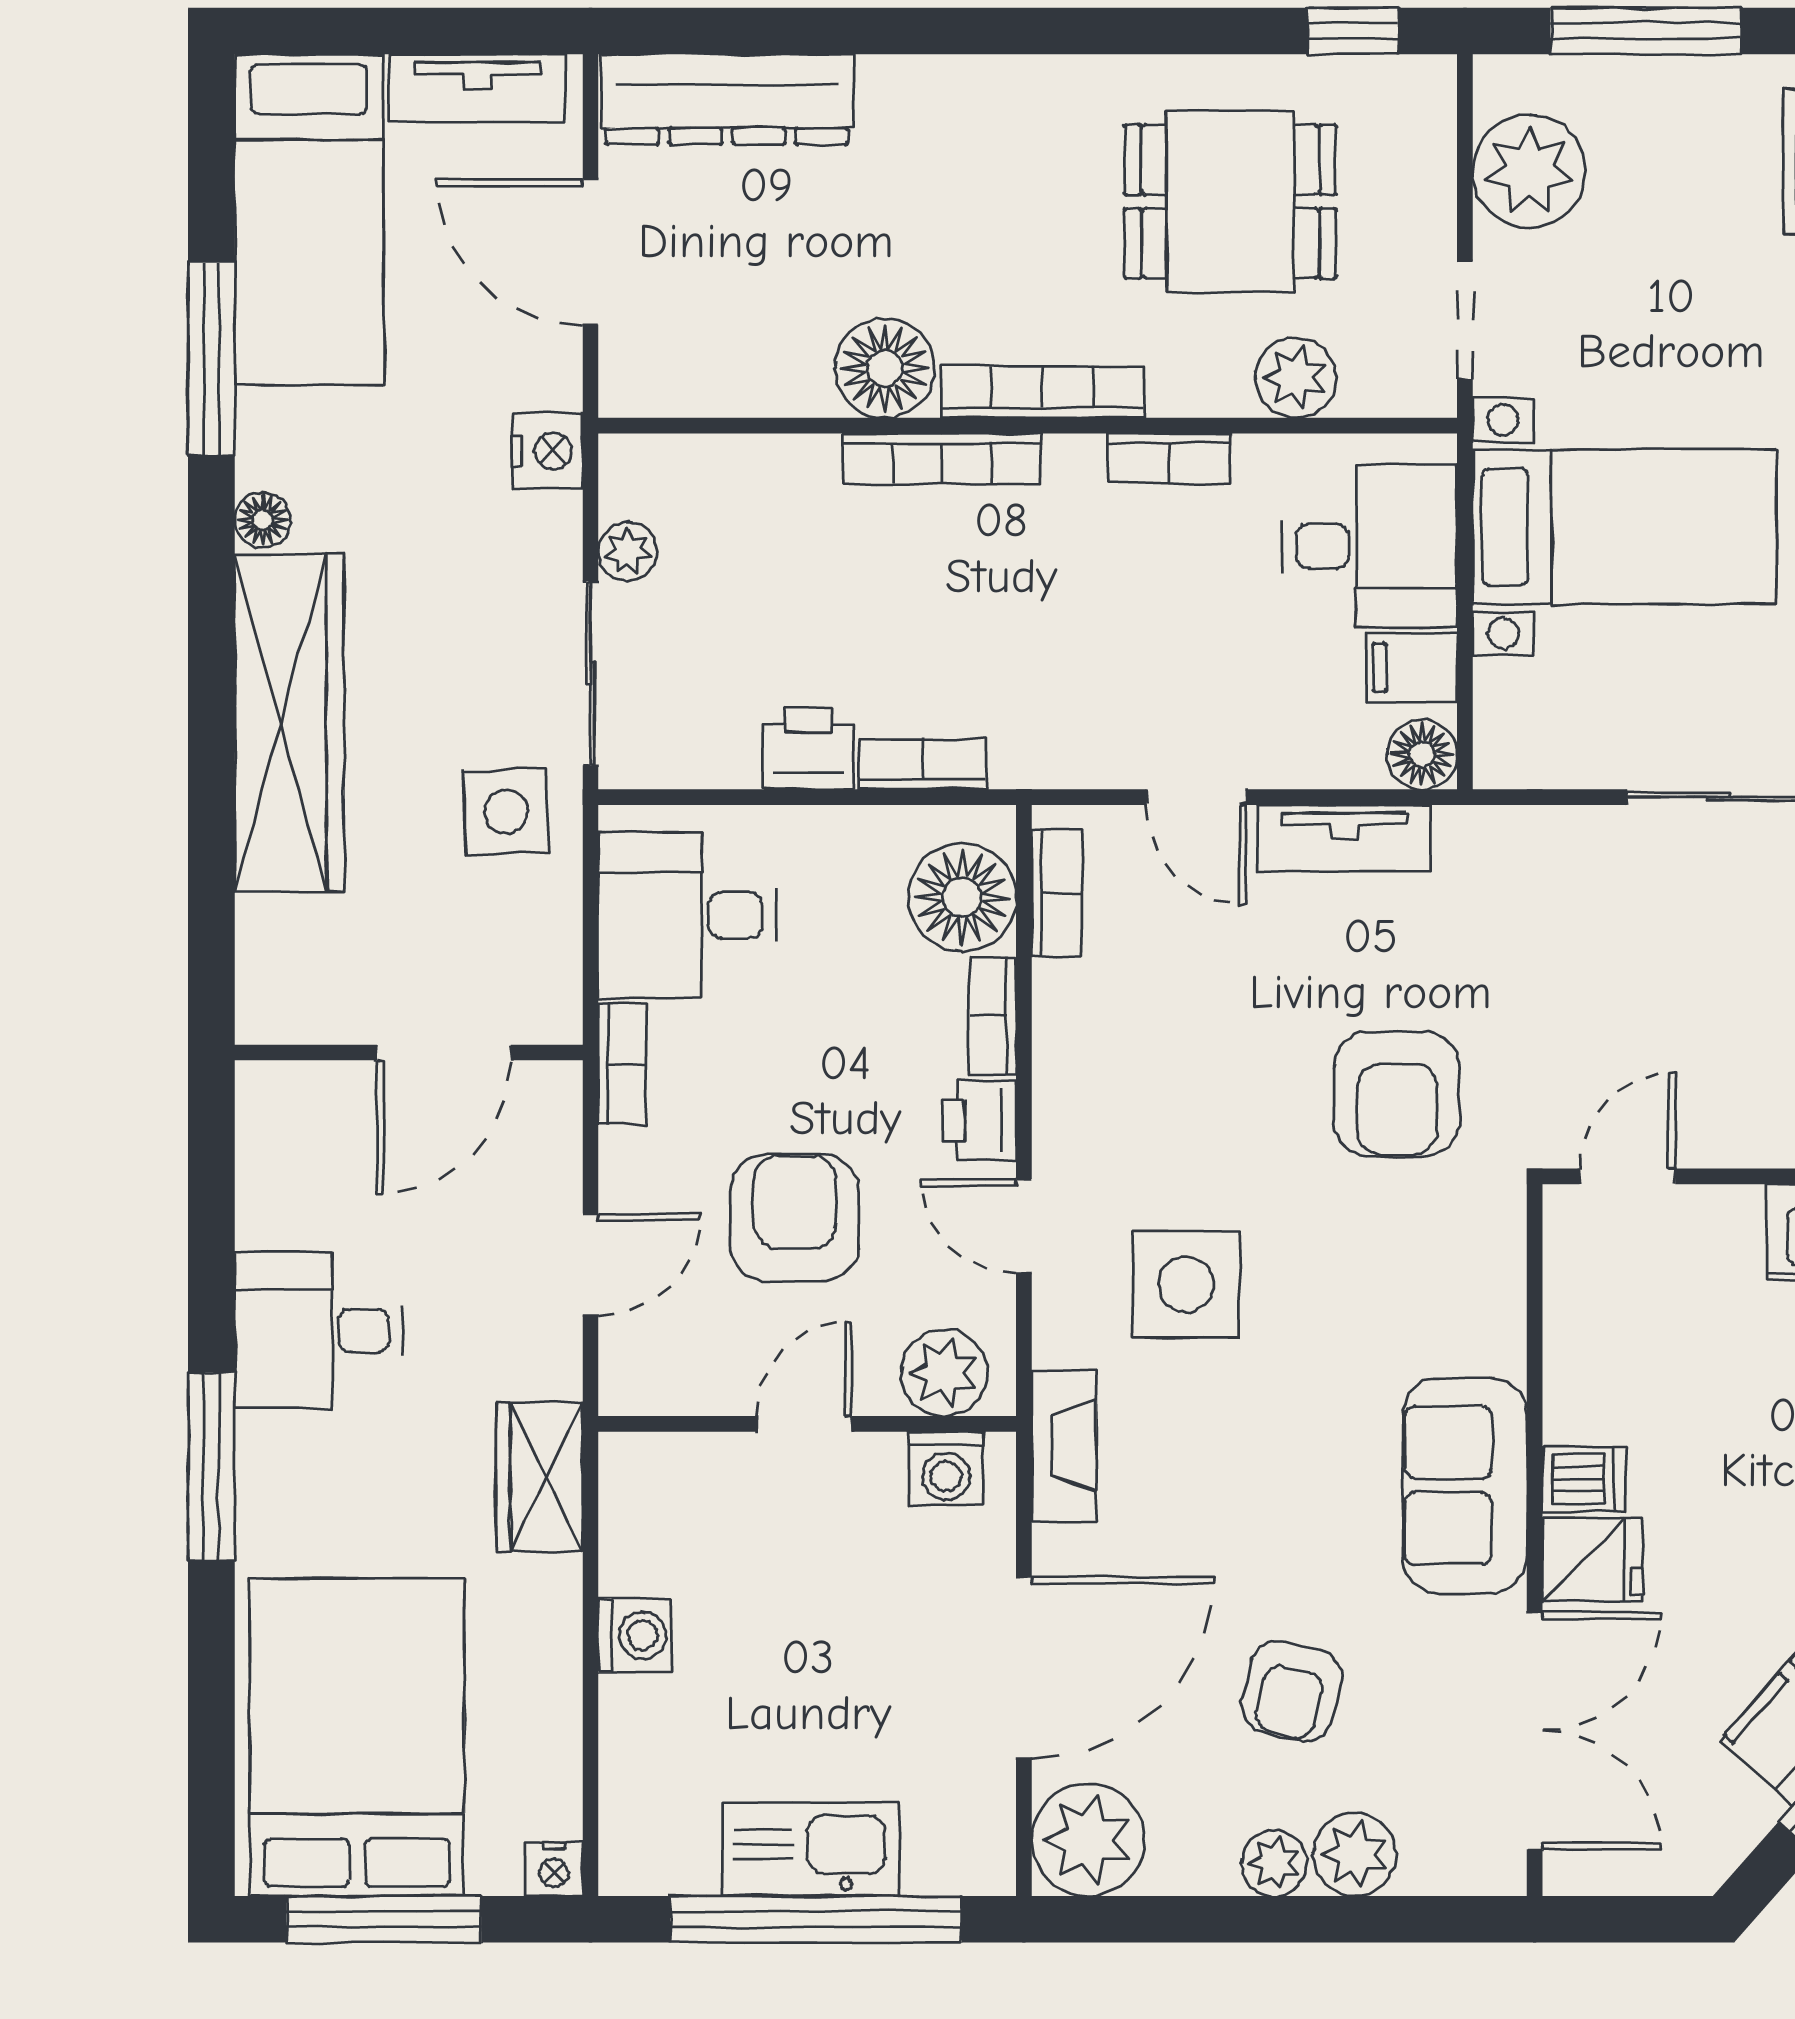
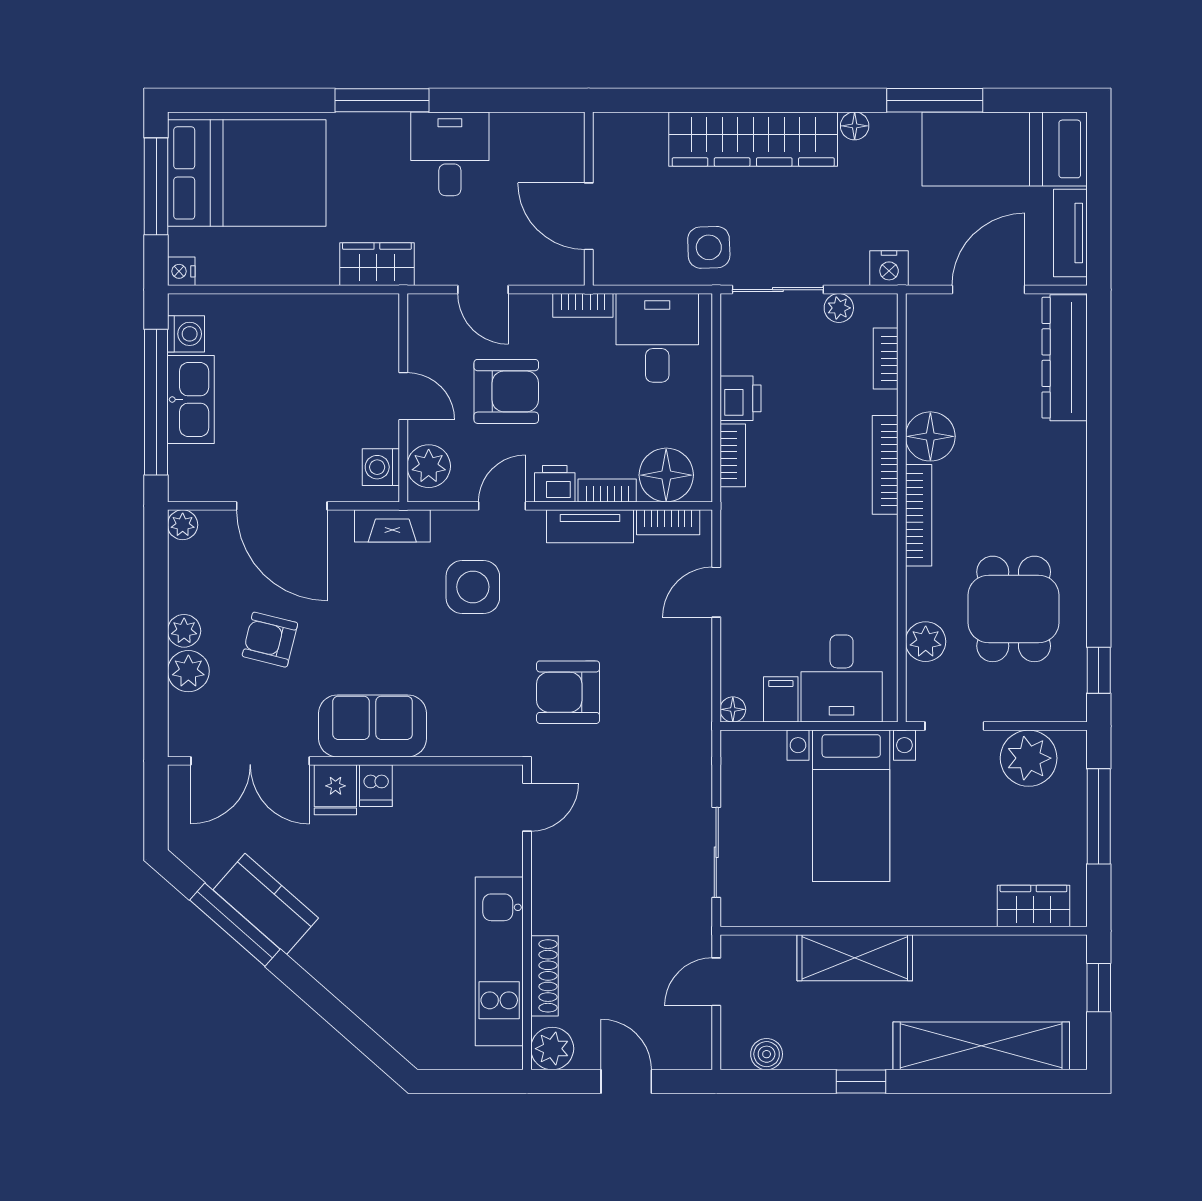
bookcase: (1169, 458) -> (886, 359), moved
floor lamp: (1422, 754) -> (733, 709), width x0.73, depth x0.73
tv unit: (1344, 838) -> (590, 526), moved, turned -90
door: (1627, 1176) -> (527, 807), hinge flipped
washing machine: (635, 1635) -> (186, 334), moved, turned -90
plant: (1088, 1840) -> (183, 525), width x0.53, depth x0.53

